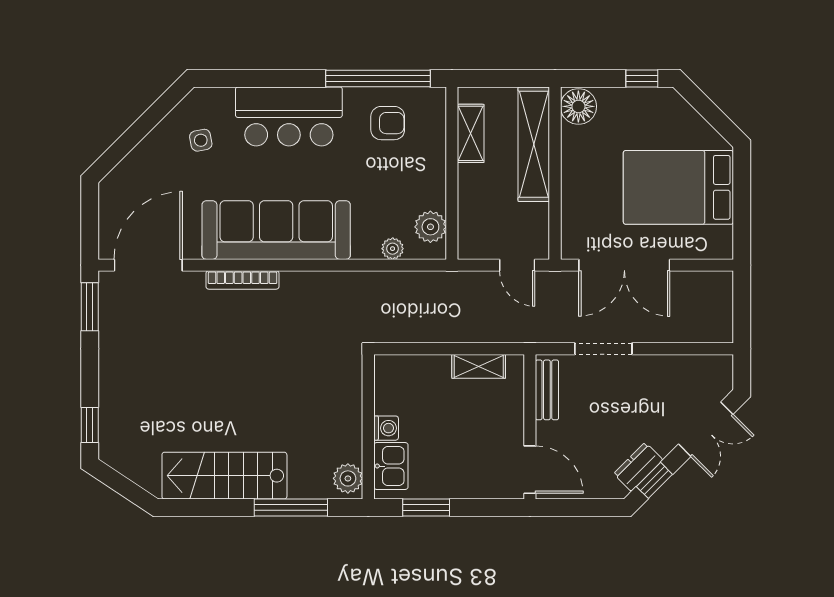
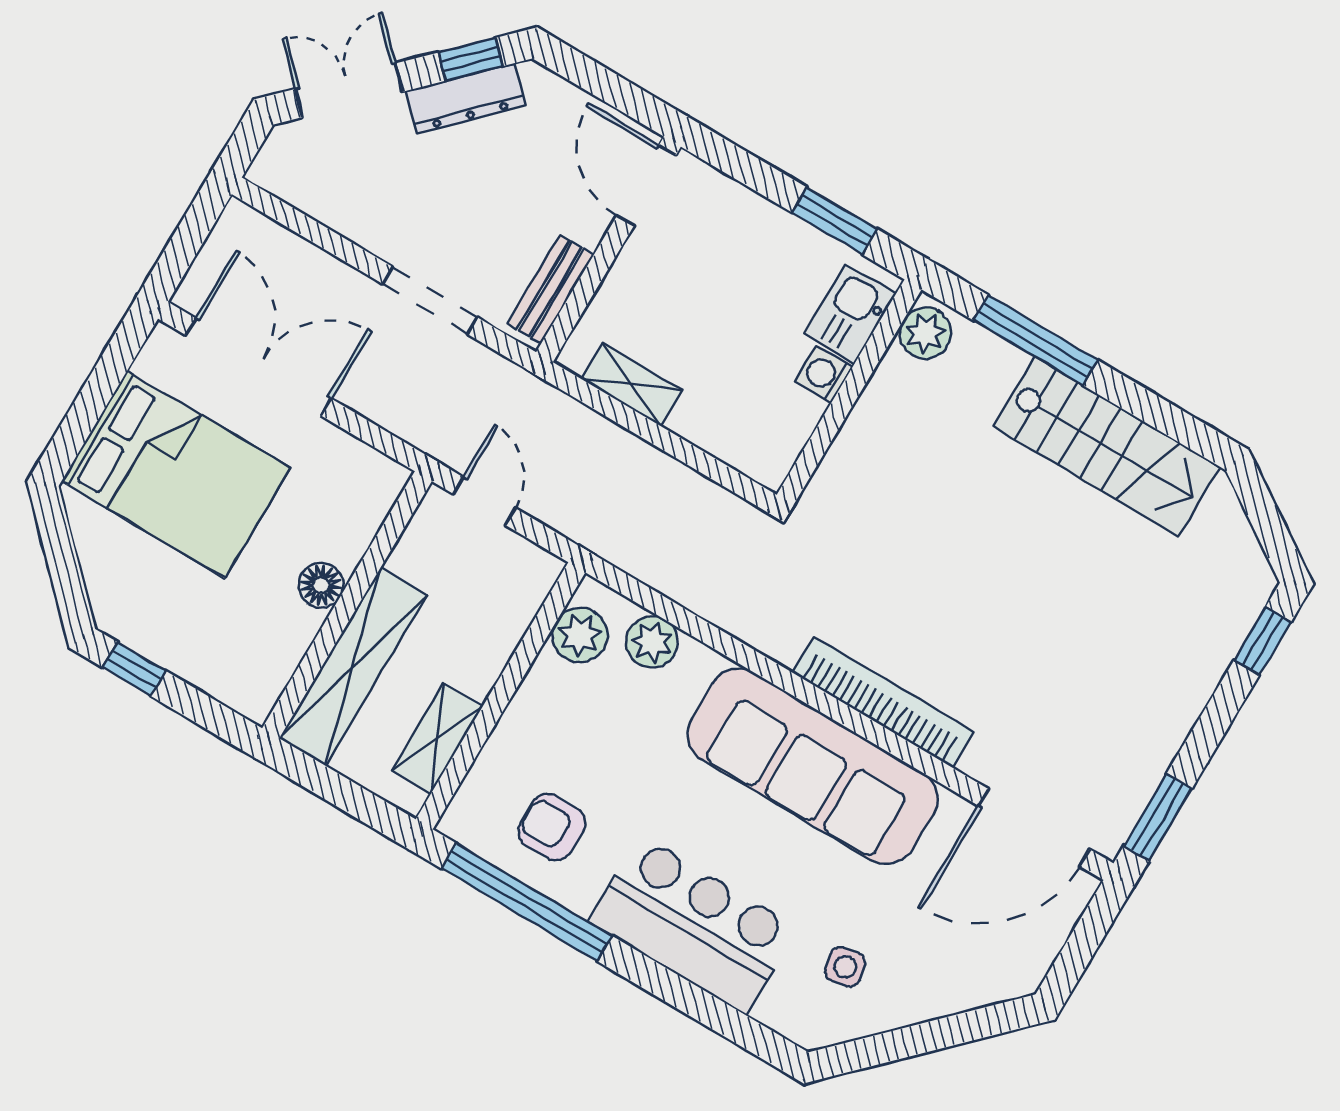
floor lamp: (578, 106) -> (321, 585), moved, width x0.73, depth x0.73
plant: (393, 249) -> (652, 642), width x1.38, depth x1.38
double door: (624, 265) -> (258, 367), moved
bookcase: (242, 280) -> (883, 702), width x1.48, depth x1.31
dresser: (638, 467) -> (466, 98), width x1.44

